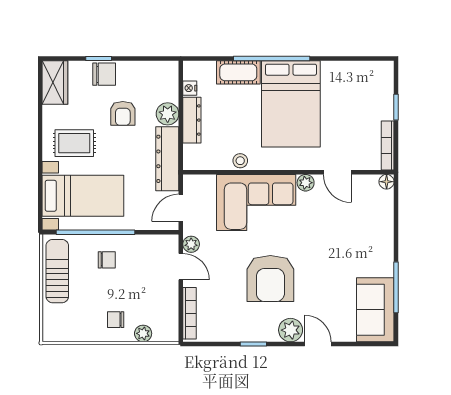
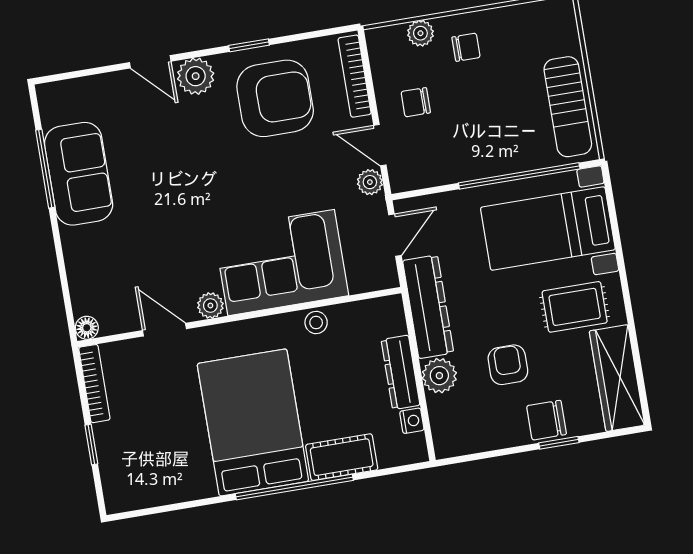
wardrobe: (55, 82) -> (617, 378), width x1.50
chair: (107, 260) -> (416, 102), moved
armchair: (270, 278) -> (275, 98), moved, turned 90
sofa: (375, 310) -> (79, 174), moved

